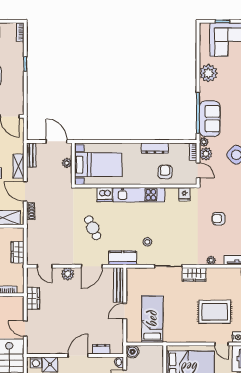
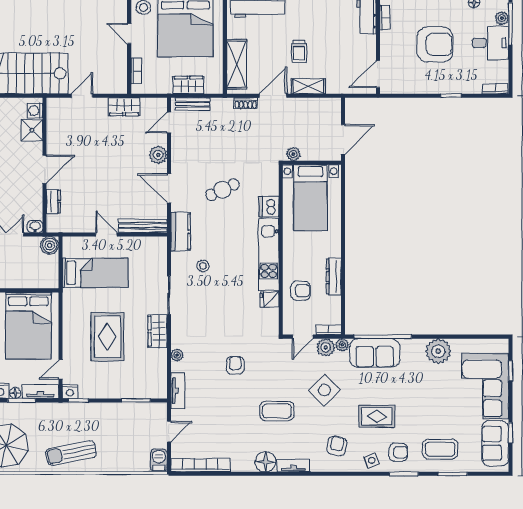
bench: (31, 155) -> (193, 104), moved
plant: (67, 163) -> (293, 154), moved
fridge: (184, 194) -> (269, 299), moved
rug: (215, 312) -> (107, 337), moved
door: (78, 355) -> (45, 169), hinge flipped

